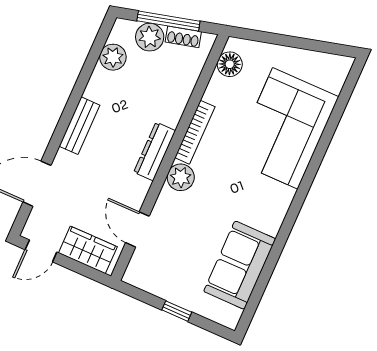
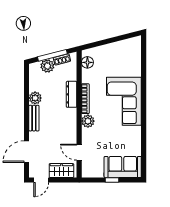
plant: (113, 57) -> (35, 98), moved
corner sofa: (285, 128) -> (124, 101), moved
dresser: (155, 151) -> (72, 94), moved
sofa: (240, 265) -> (123, 167), moved, turned 90

